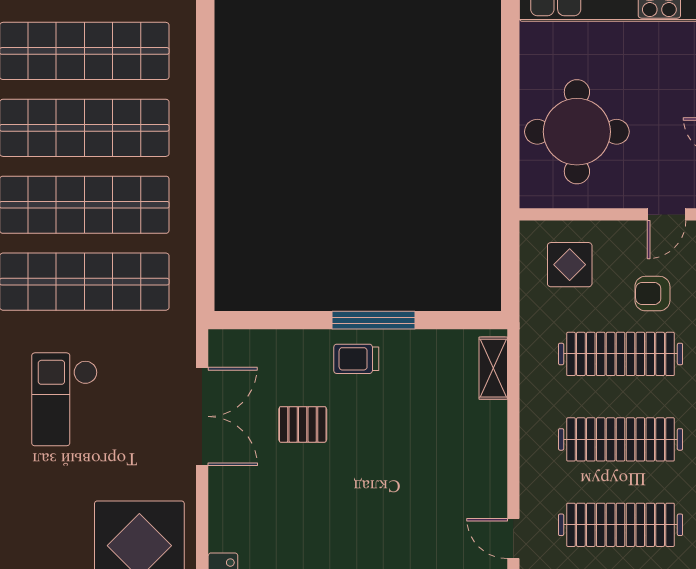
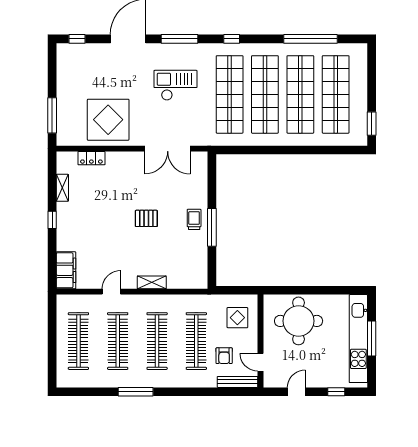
armchair: (652, 294) -> (224, 356), turned 180
shelving: (493, 368) -> (152, 282), moved
pallet: (303, 424) -> (146, 218), moved, turned 90

